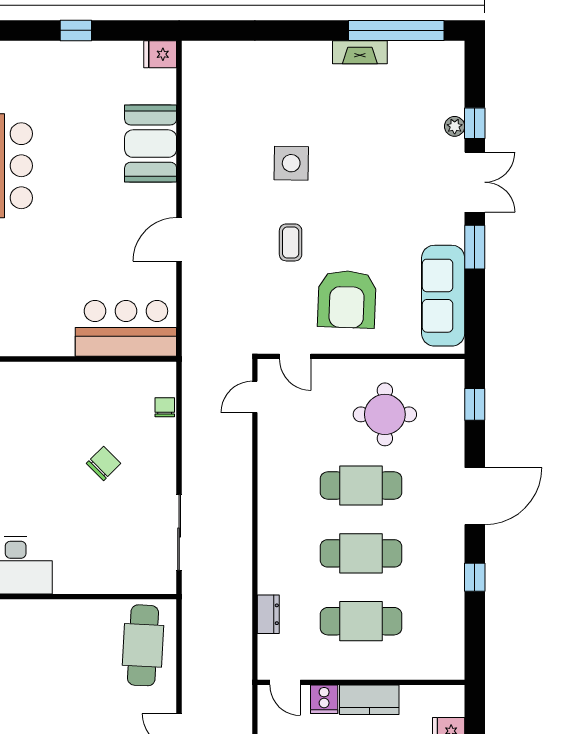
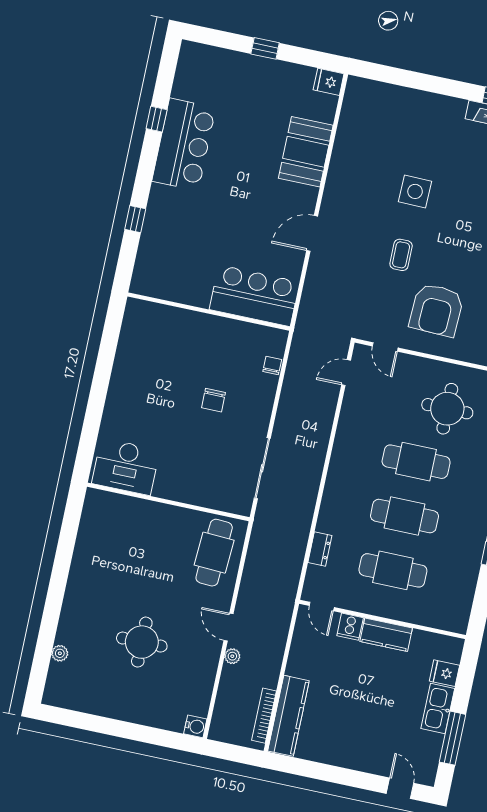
chair: (104, 463) -> (214, 400), turned 135

